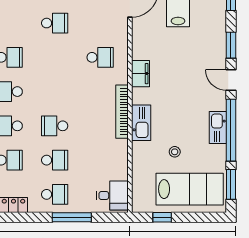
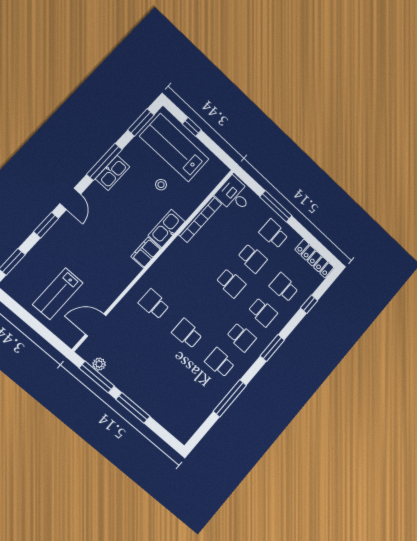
school desk: (55, 23) -> (187, 334), moved
filing cabinet: (141, 74) -> (146, 253), moved
bookcase: (122, 112) -> (200, 219), moved
window: (231, 130) -> (104, 162), width x0.68
school desk: (55, 160) -> (252, 258), turned 180
window: (162, 217) -> (192, 127), moved

